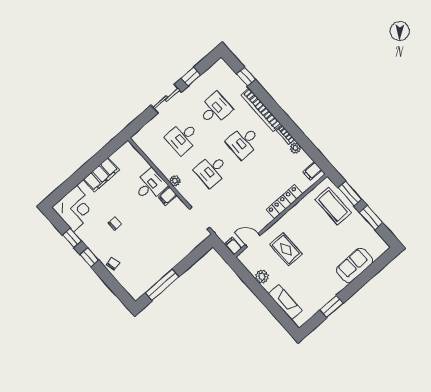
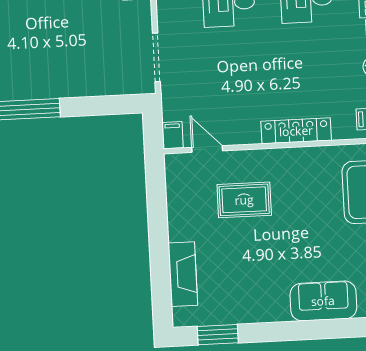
rug: (286, 249) -> (244, 200), turned 90
plant: (262, 277) -> (179, 211), removed
window: (332, 307) -> (218, 335), moved

